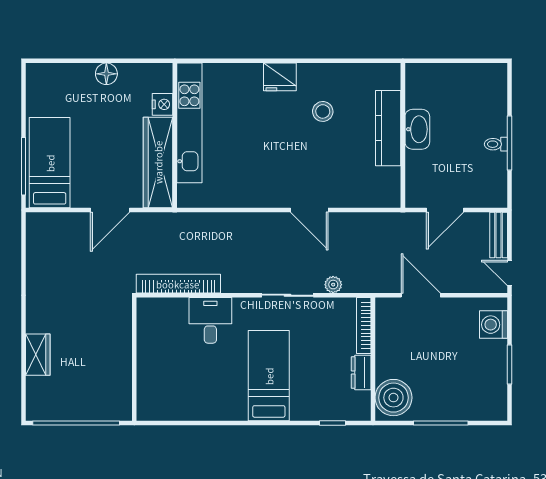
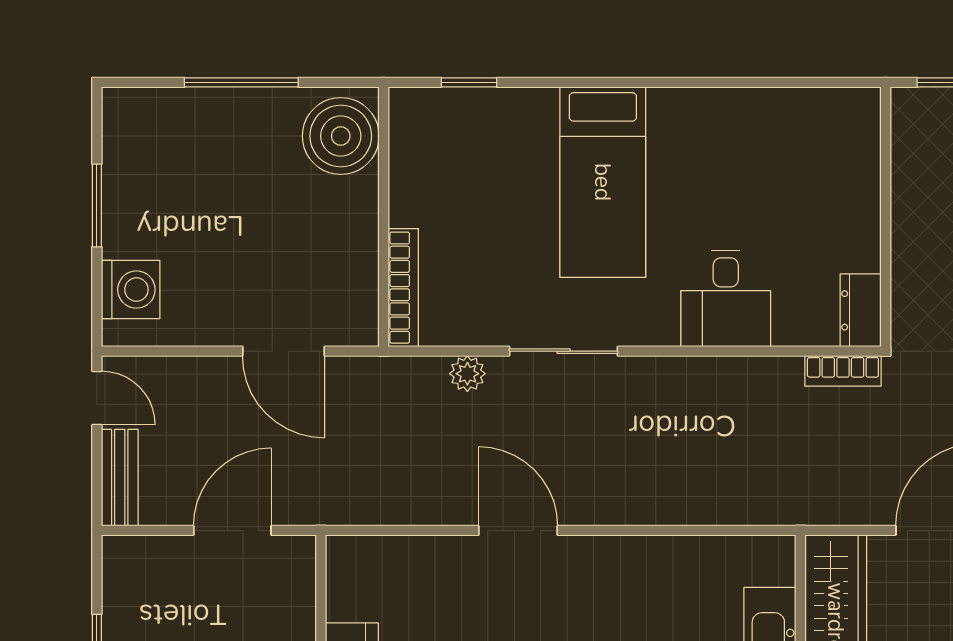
bookcase: (178, 284) -> (843, 371), width x0.43, depth x0.76
dresser: (361, 373) -> (861, 310), moved, turned 180

